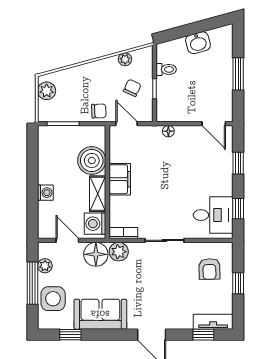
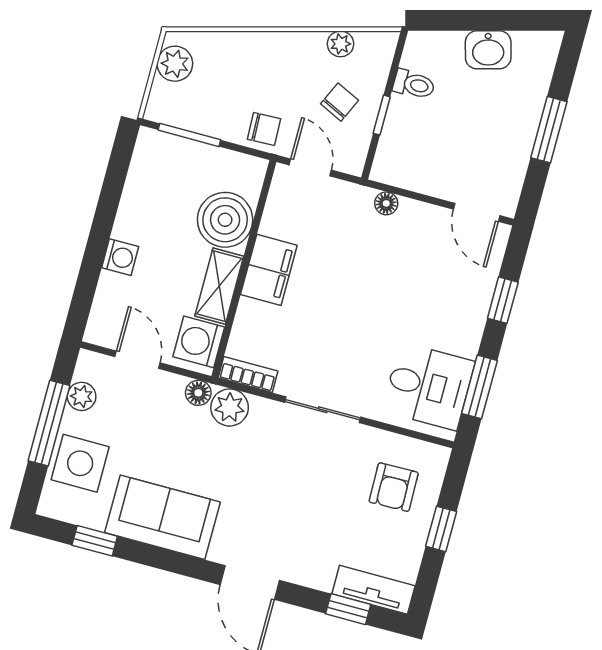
window: (238, 209) -> (479, 387), width x1.50
floor lamp: (96, 254) -> (198, 393), width x0.53, depth x0.53

